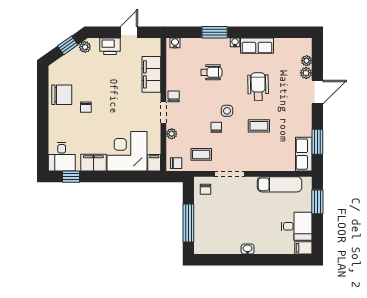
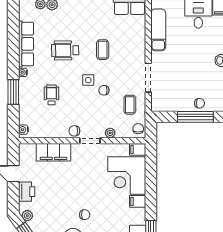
row of seats: (257, 46) -> (26, 44), width x1.48
filing cabinet: (93, 163) -> (138, 201), width x0.50
chair: (205, 189) -> (199, 103), moved

